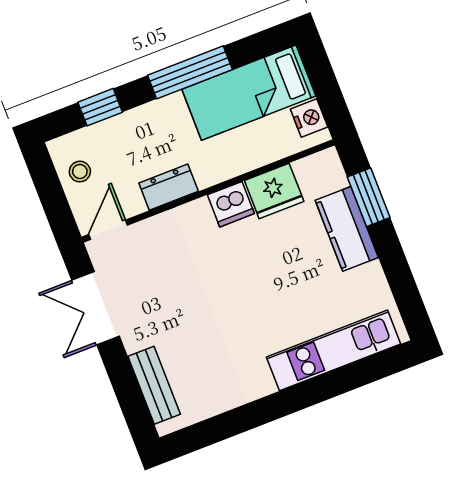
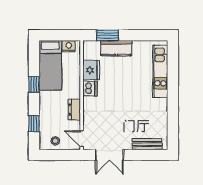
window: (190, 72) -> (34, 85), width x0.46

